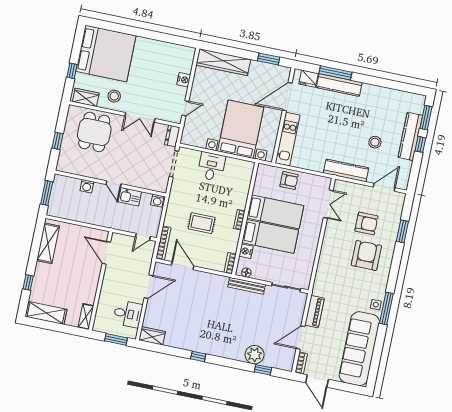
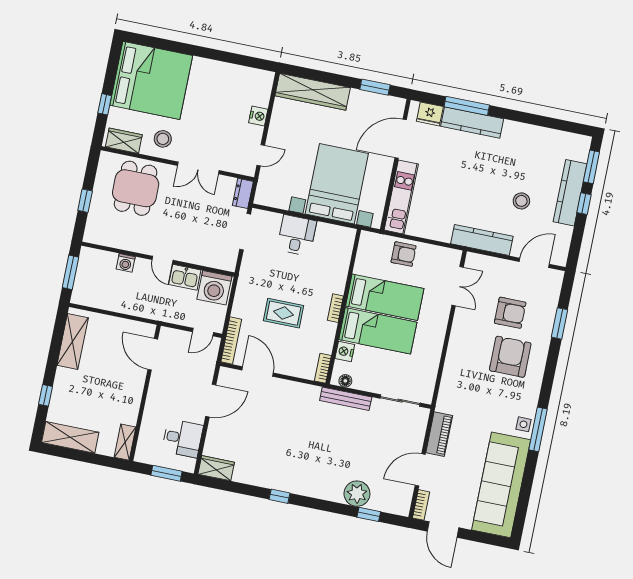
washing machine: (157, 201) -> (214, 288), width x1.89, depth x1.89

